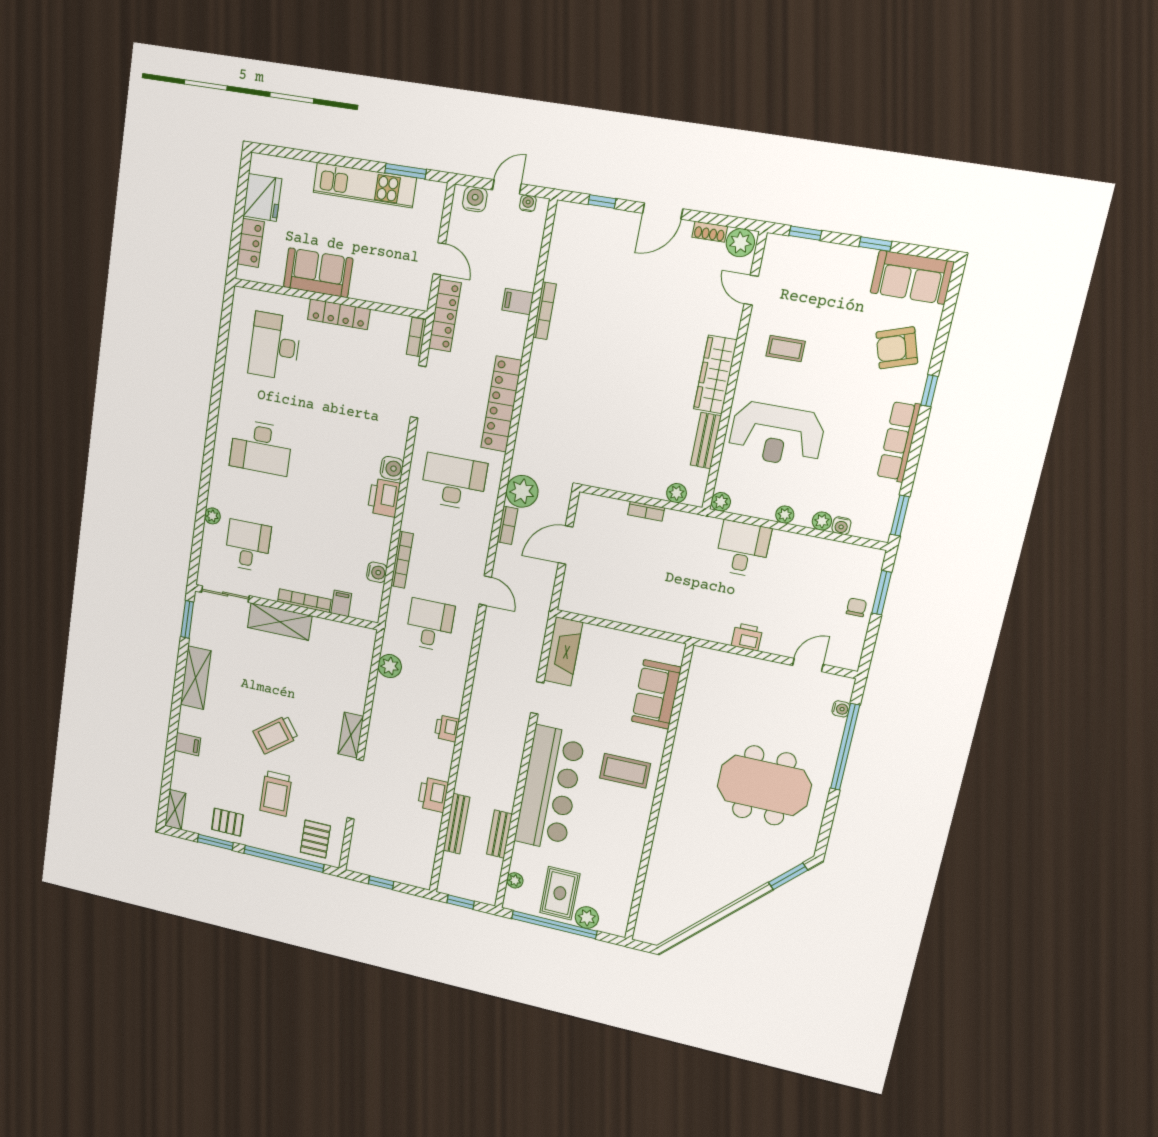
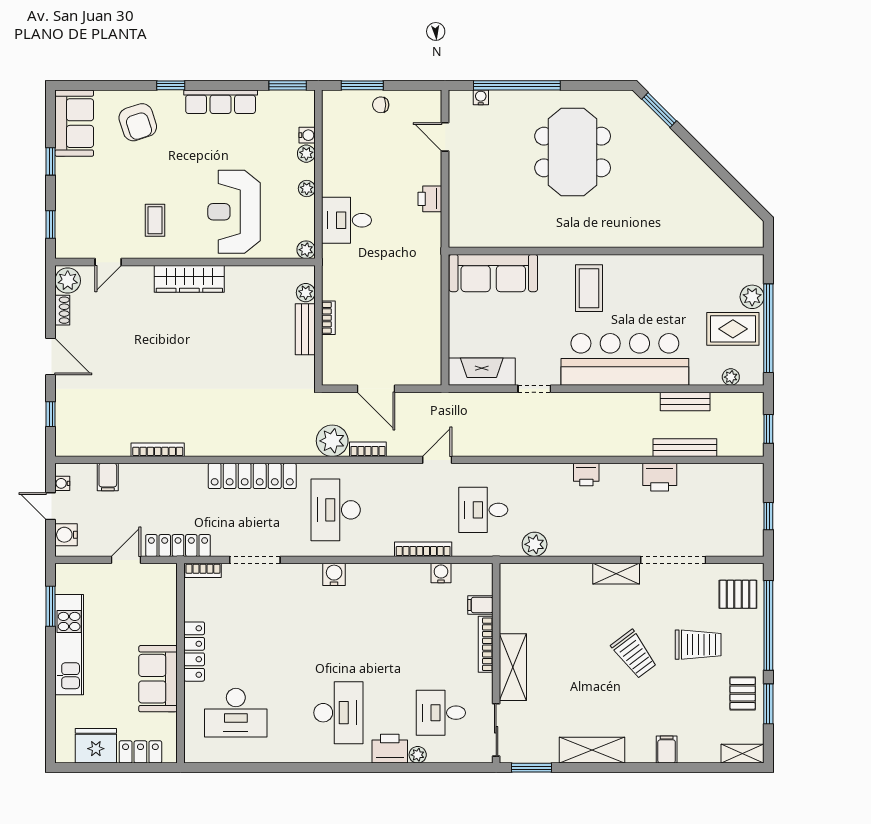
filing cabinet: (518, 302) -> (108, 477), moved
reception desk: (777, 434) -> (234, 212), turned 180
bench: (706, 441) -> (305, 329), moved, turned 90
printer: (384, 498) -> (390, 749), moved, turned 180
sofa: (656, 694) -> (493, 273), width x1.36

